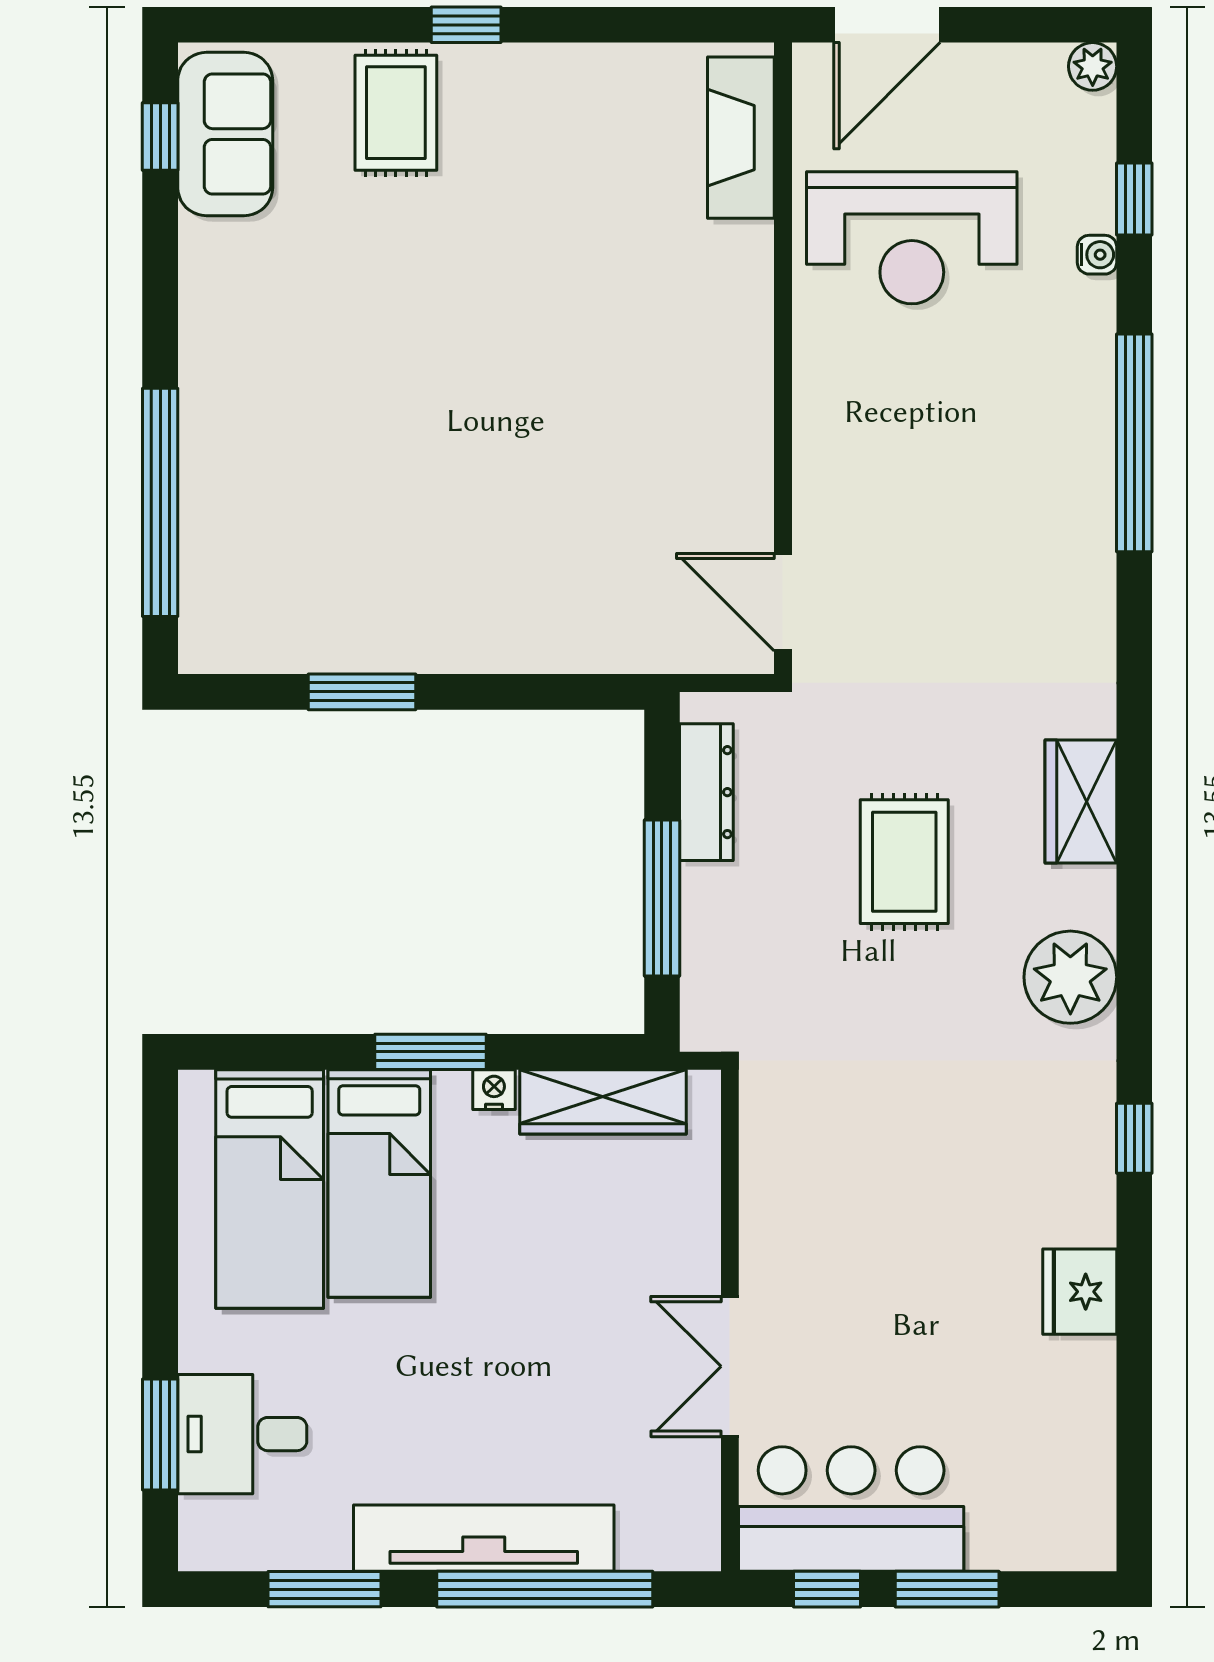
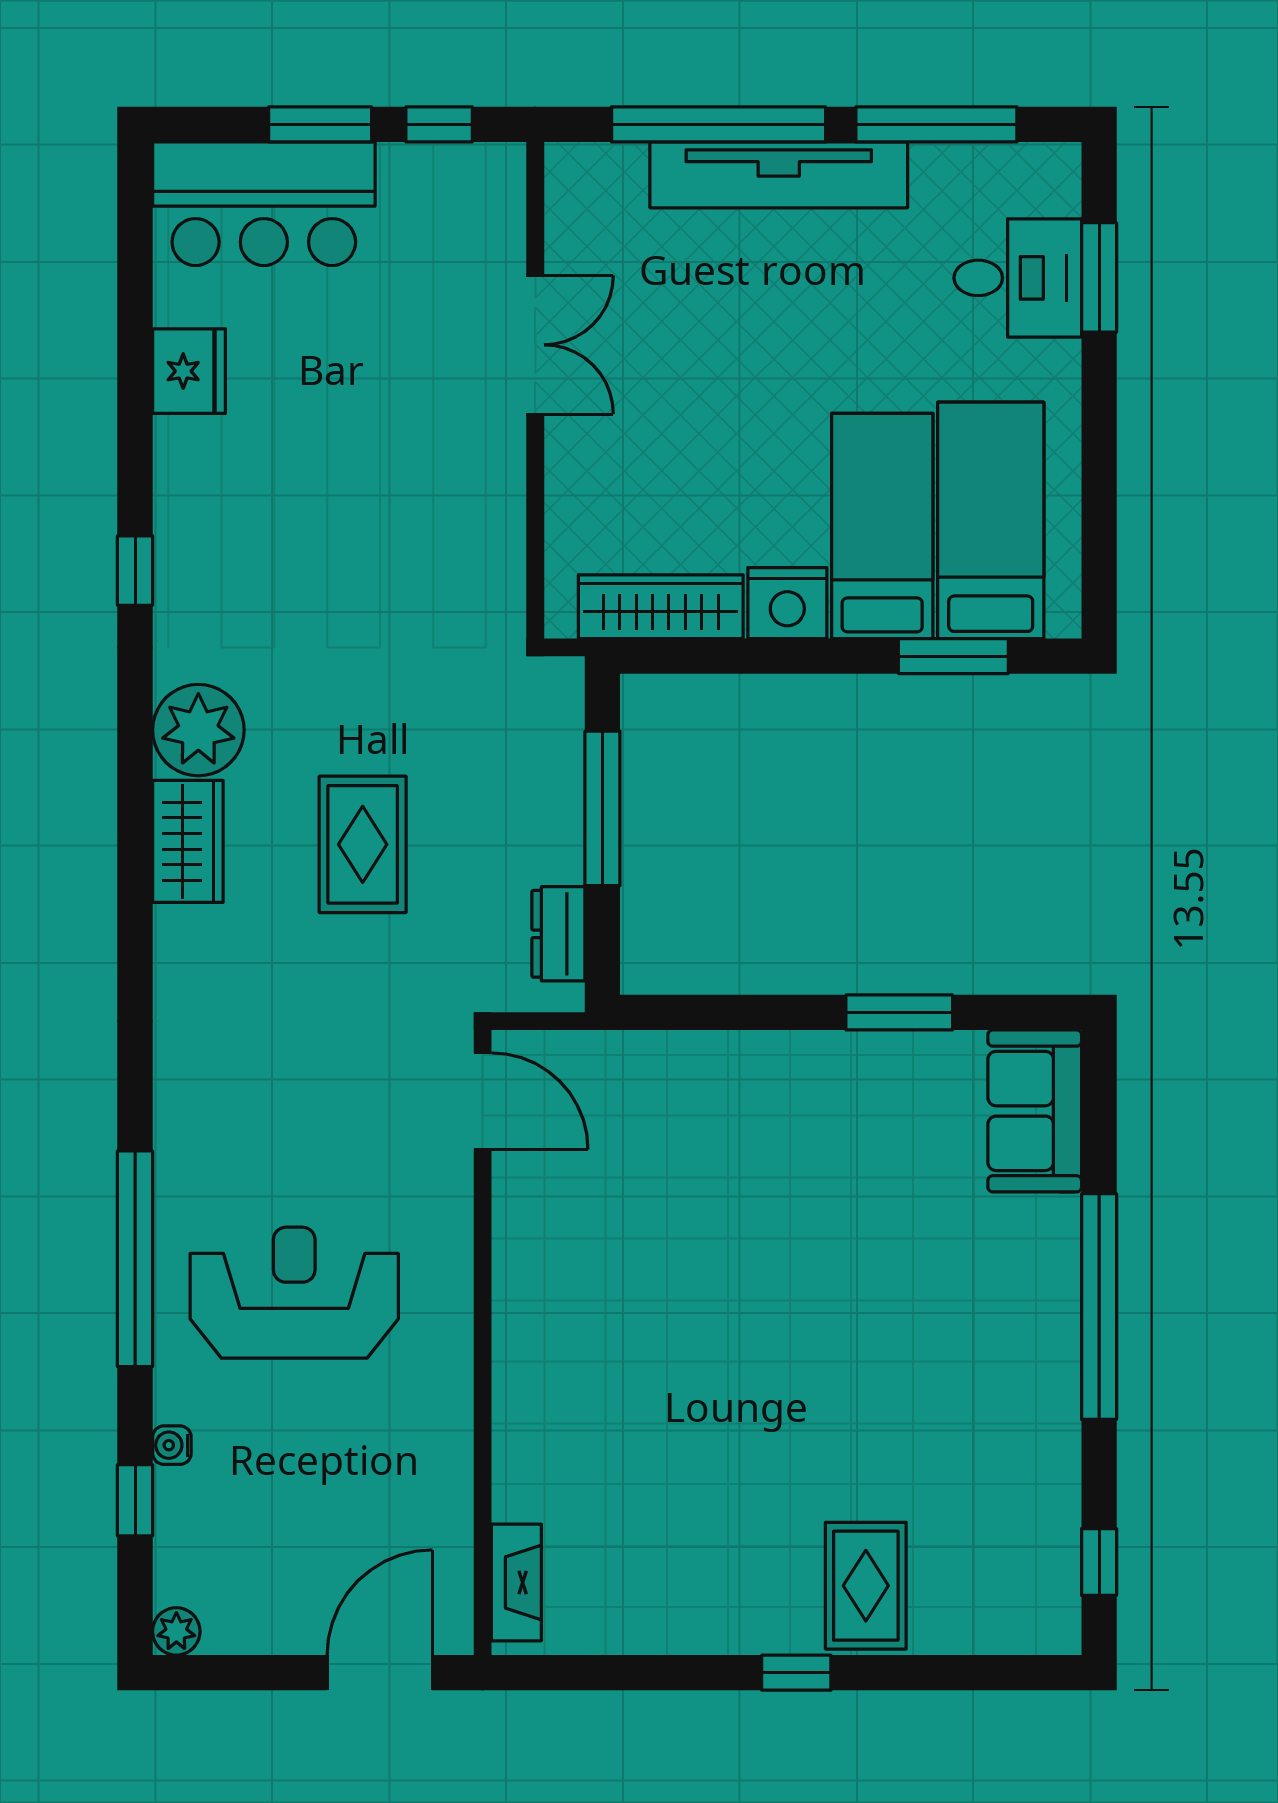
sofa: (225, 134) -> (1035, 1111), moved
fireplace: (741, 138) -> (516, 1582), width x0.73, depth x0.76
reception desk: (912, 238) -> (294, 1293), moved
window: (160, 502) -> (1099, 1307), moved
dresser: (706, 792) -> (558, 934), width x0.70
wardrobe: (1081, 801) -> (188, 841), moved
window: (431, 1052) -> (953, 656), moved
nightstand: (494, 1090) -> (787, 603), width x1.89, depth x1.79
fridge: (1080, 1292) -> (189, 371), moved
bar counter: (851, 1509) -> (264, 204), moved
window: (325, 1589) -> (936, 124), width x1.44

